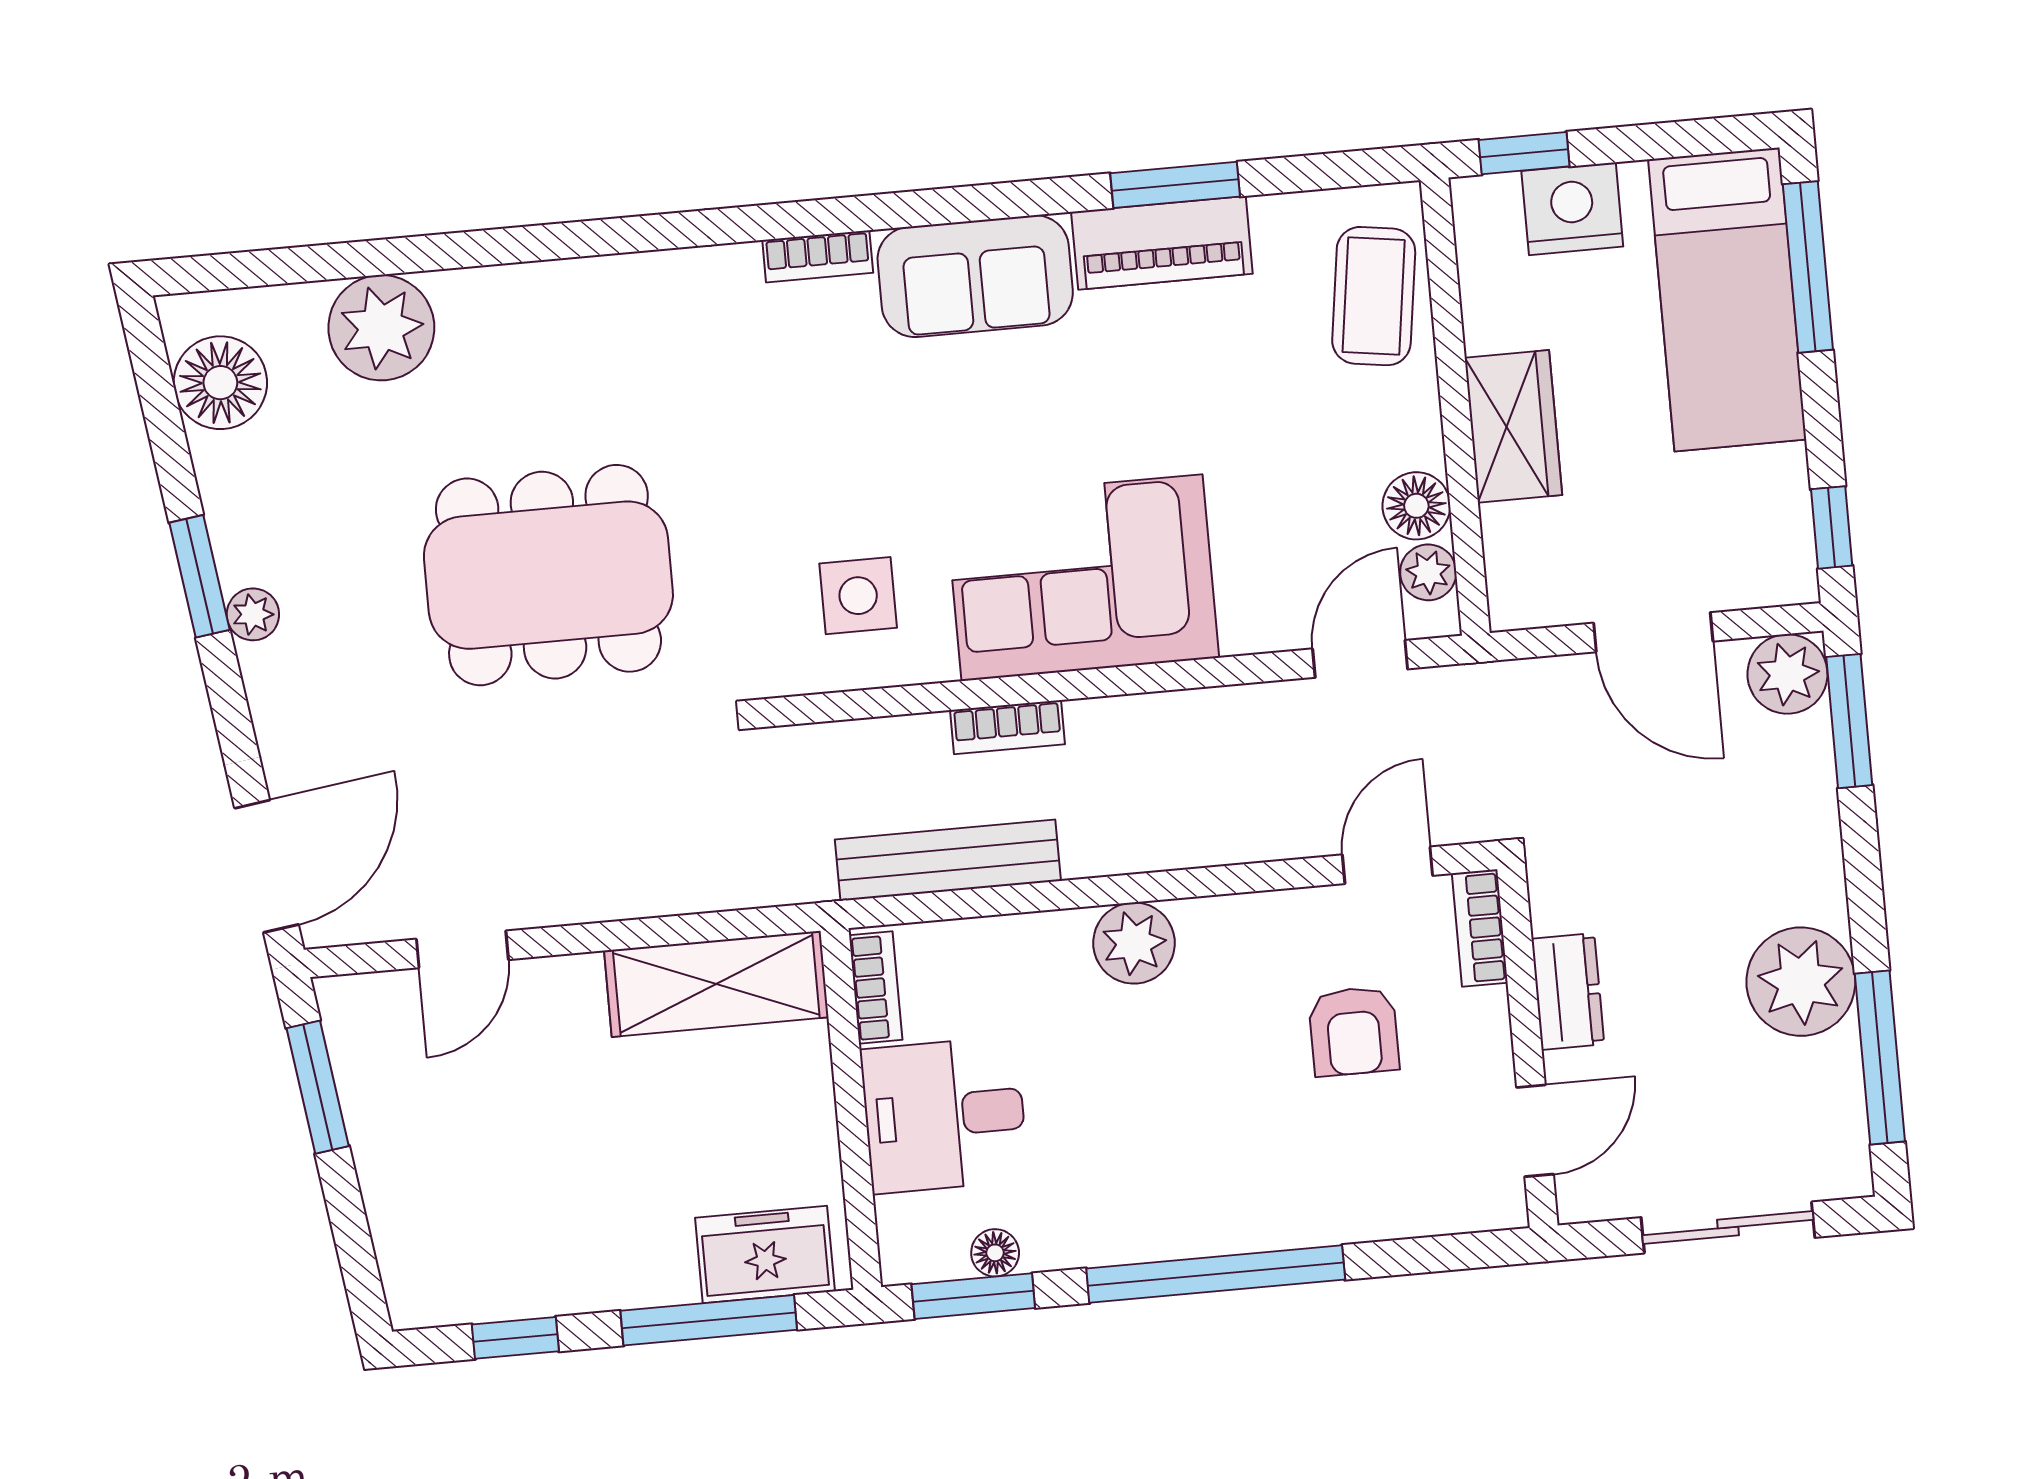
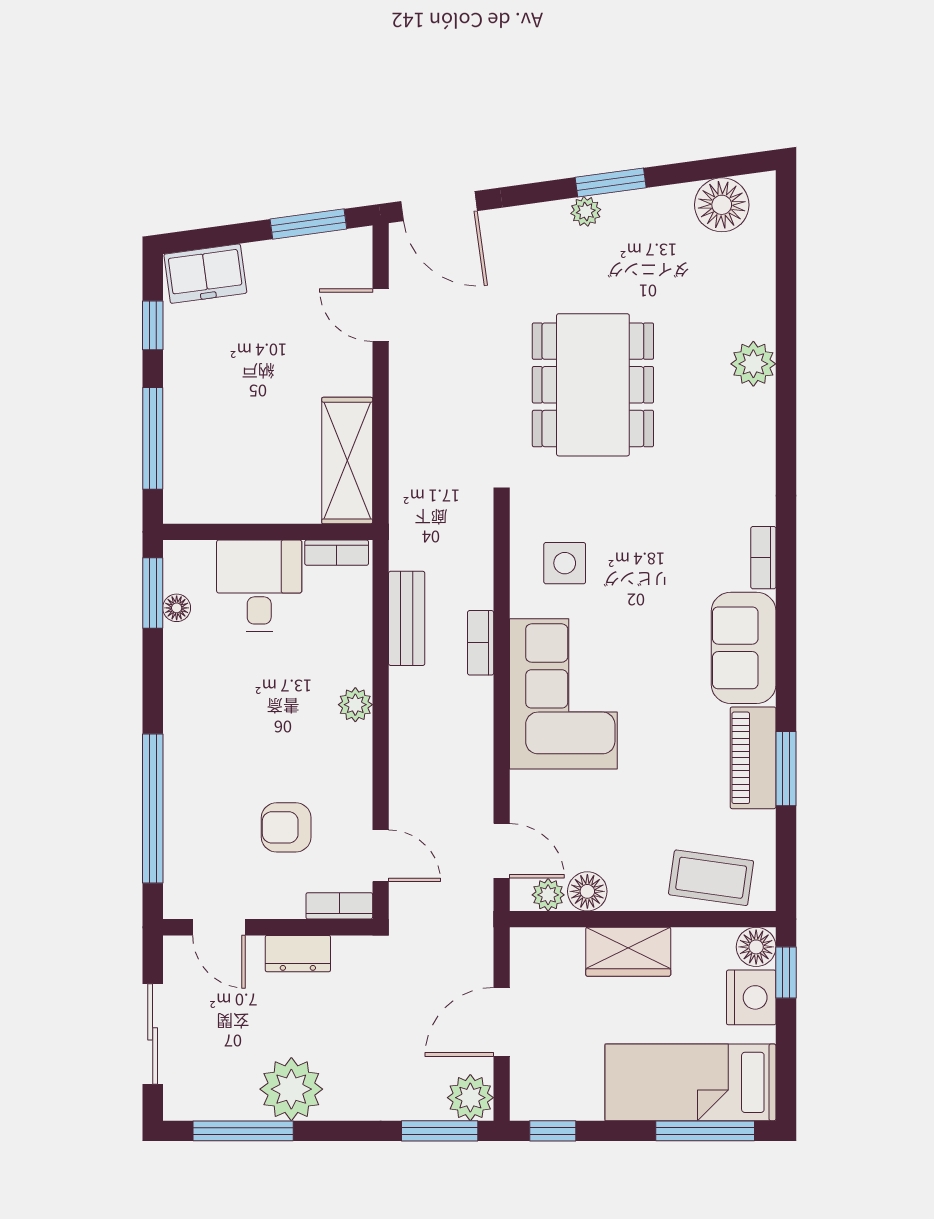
floor lamp: (1485, 208) -> (756, 947), added
plant: (381, 328) -> (753, 364), moved, width x0.73, depth x0.73
bench: (948, 860) -> (407, 618), width x0.73
plant: (1134, 943) -> (355, 705), width x0.73, depth x0.73
freezer: (765, 1255) -> (205, 274), moved, turned 82
window: (1216, 1274) -> (153, 808), moved

